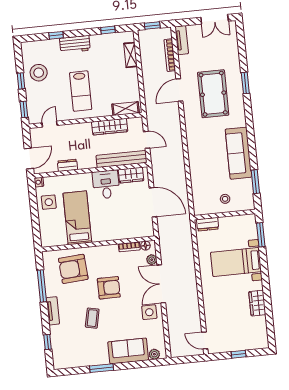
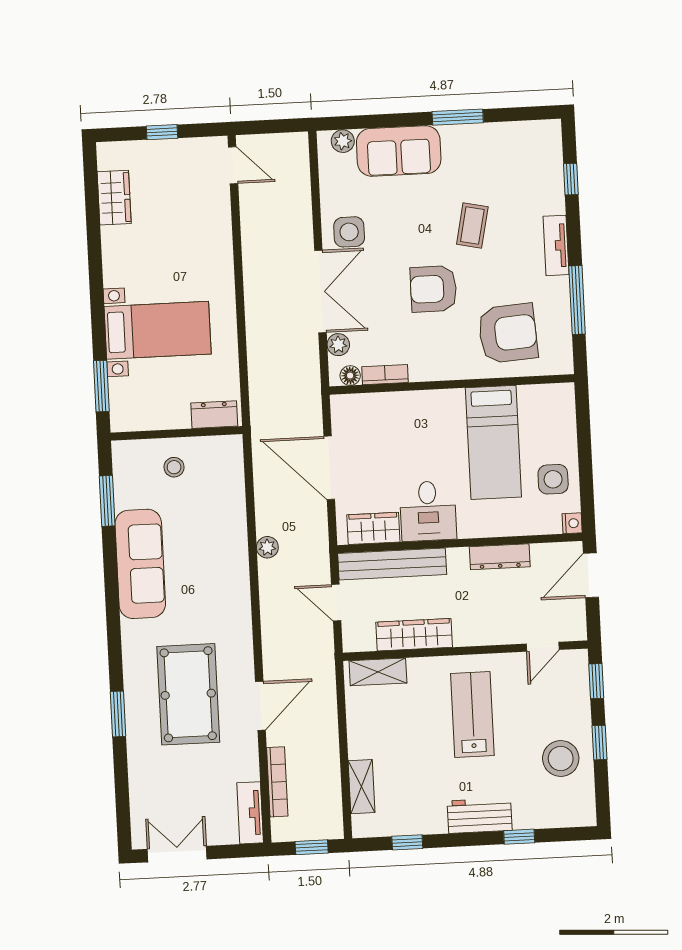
plant: (180, 164) -> (267, 547), added
dresser: (67, 165) -> (500, 557), width x1.44
wardrobe: (257, 303) -> (114, 198), moved

